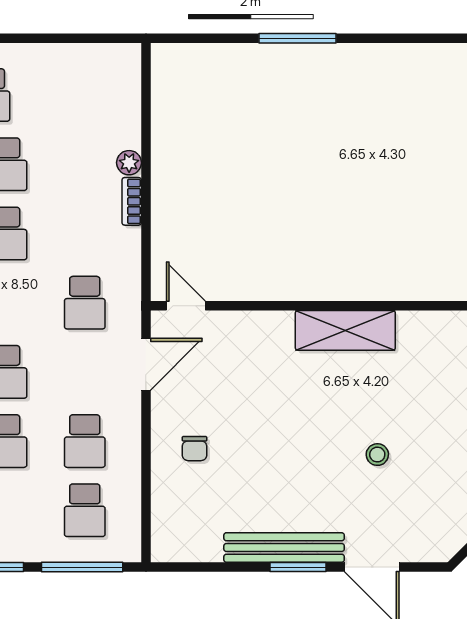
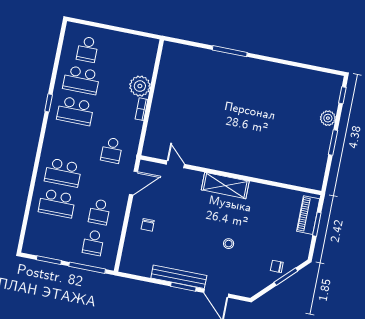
plant: (129, 163) -> (140, 86), width x1.88, depth x1.88
door: (186, 306) -> (175, 164), moved

